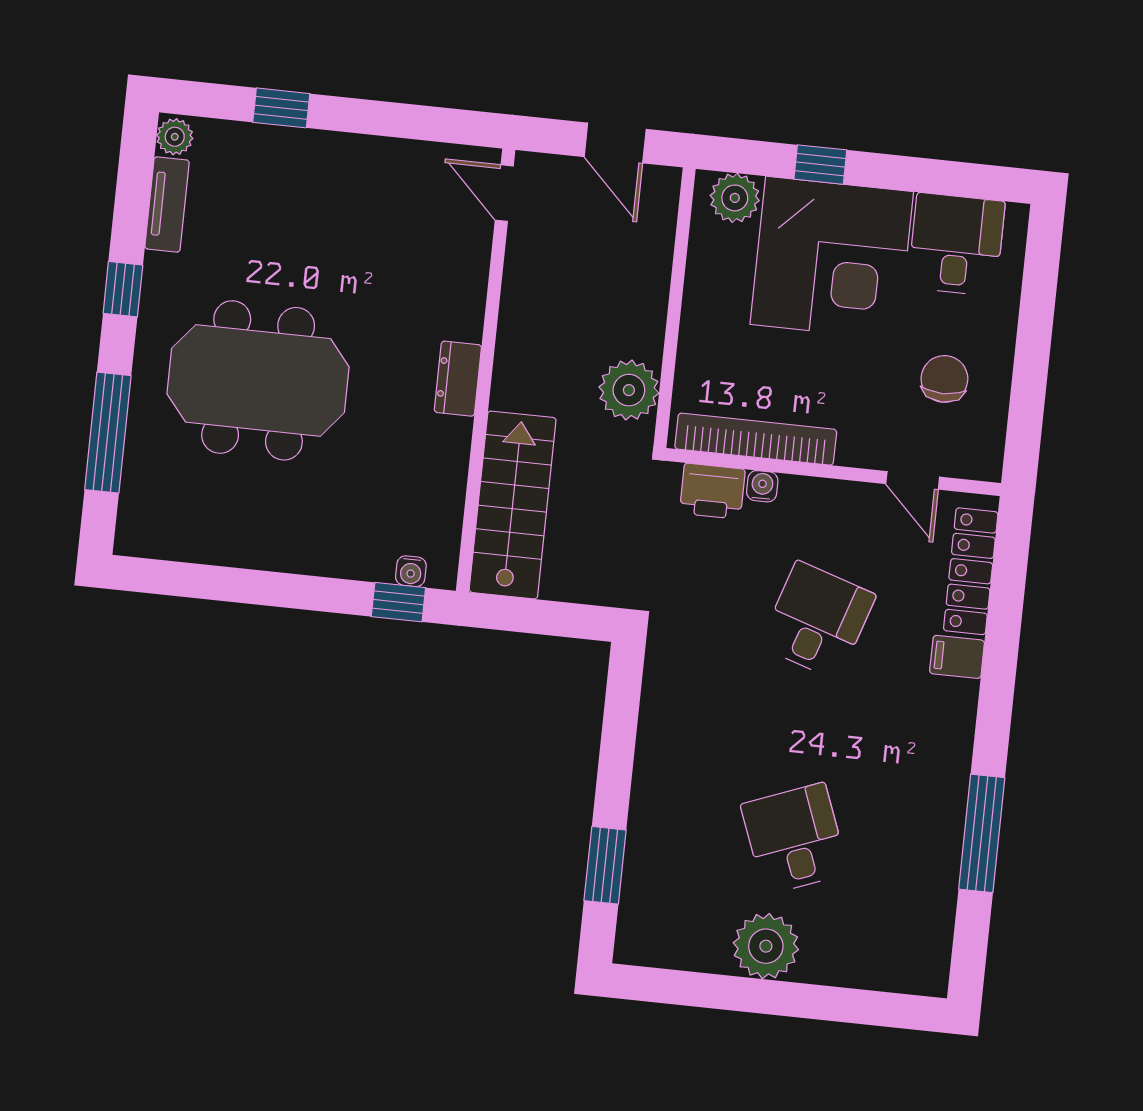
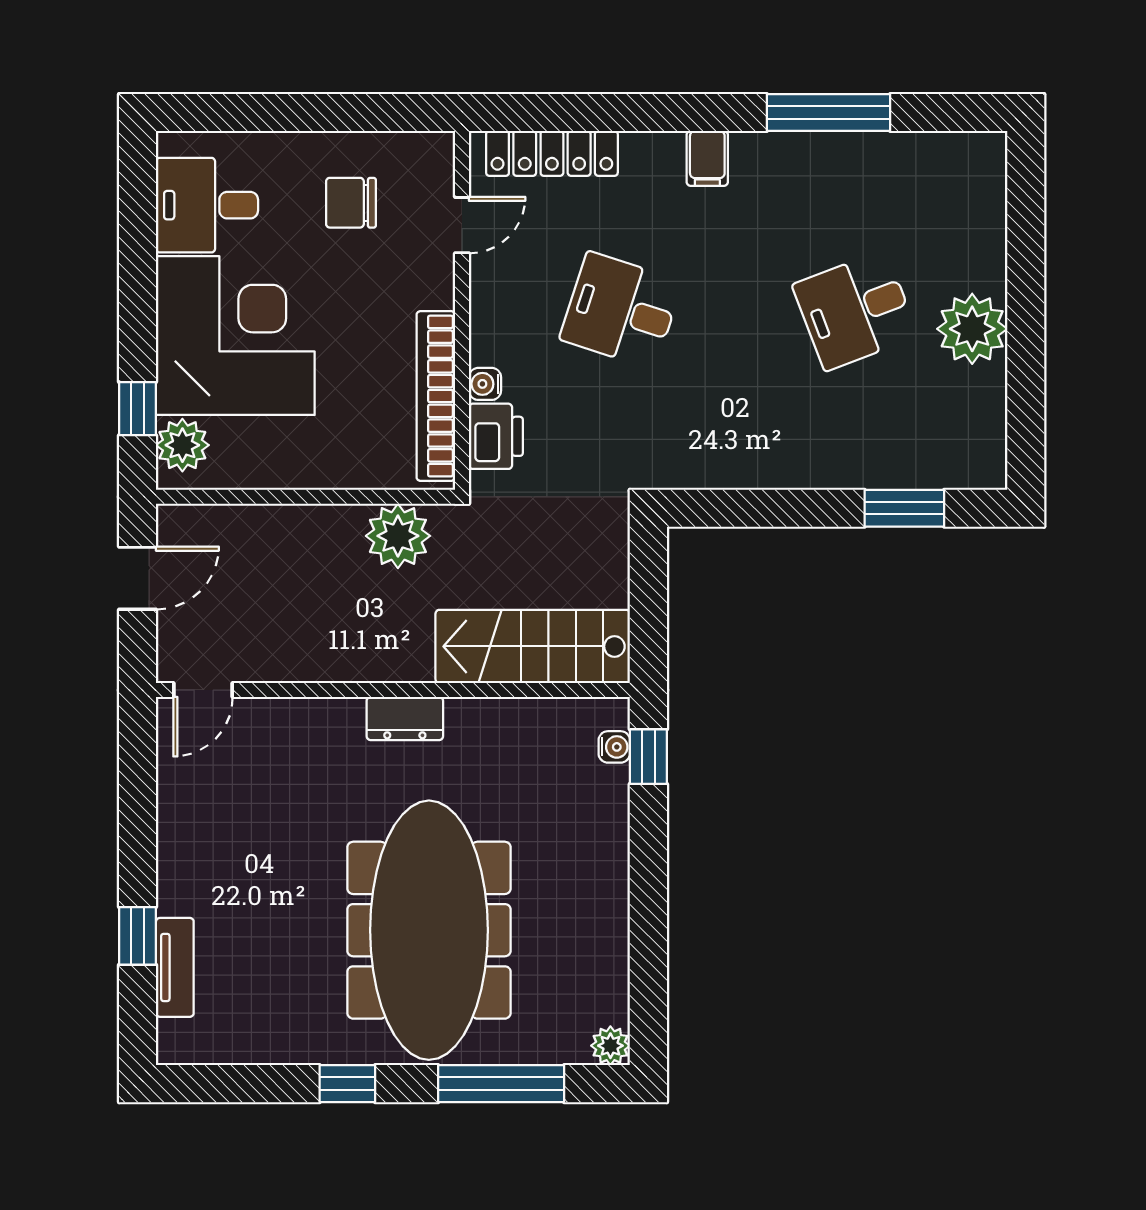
plant: (175, 137) -> (610, 1046), moved
window: (820, 165) -> (138, 409), moved
tv unit: (167, 204) -> (175, 967), moved, turned 90
meeting table: (258, 380) -> (429, 930), width x1.36
filing cabinet: (957, 657) -> (707, 158), moved

